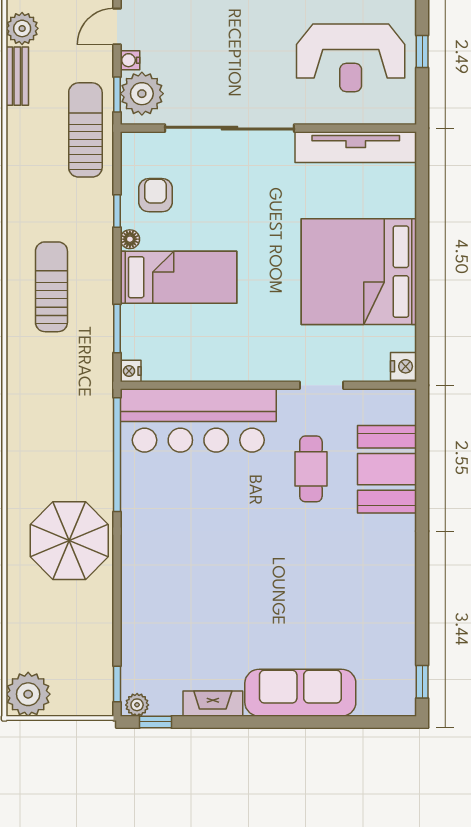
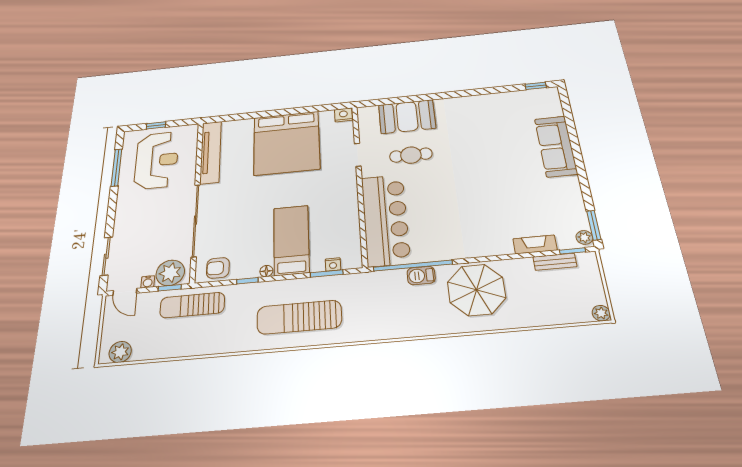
bench: (17, 76) -> (555, 262), moved
armchair: (156, 195) -> (218, 268), moved
sun lounger: (51, 287) -> (299, 317), width x1.36, depth x1.34
nightstand: (131, 371) -> (333, 264), moved
barbecue: (100, 465) -> (421, 276), added
plant: (28, 694) -> (601, 313), width x0.53, depth x0.53
fireplace: (213, 704) -> (535, 244), moved, turned 90
window: (155, 722) -> (594, 225), width x1.50

